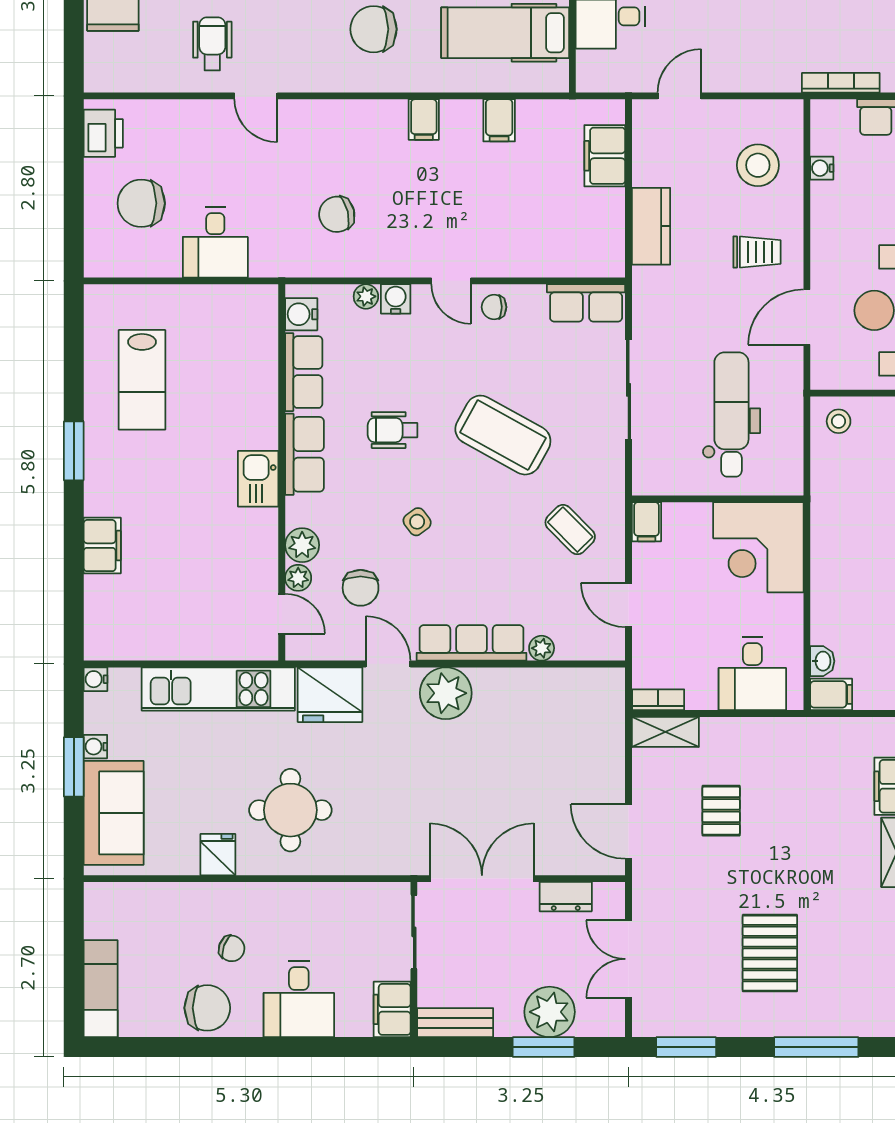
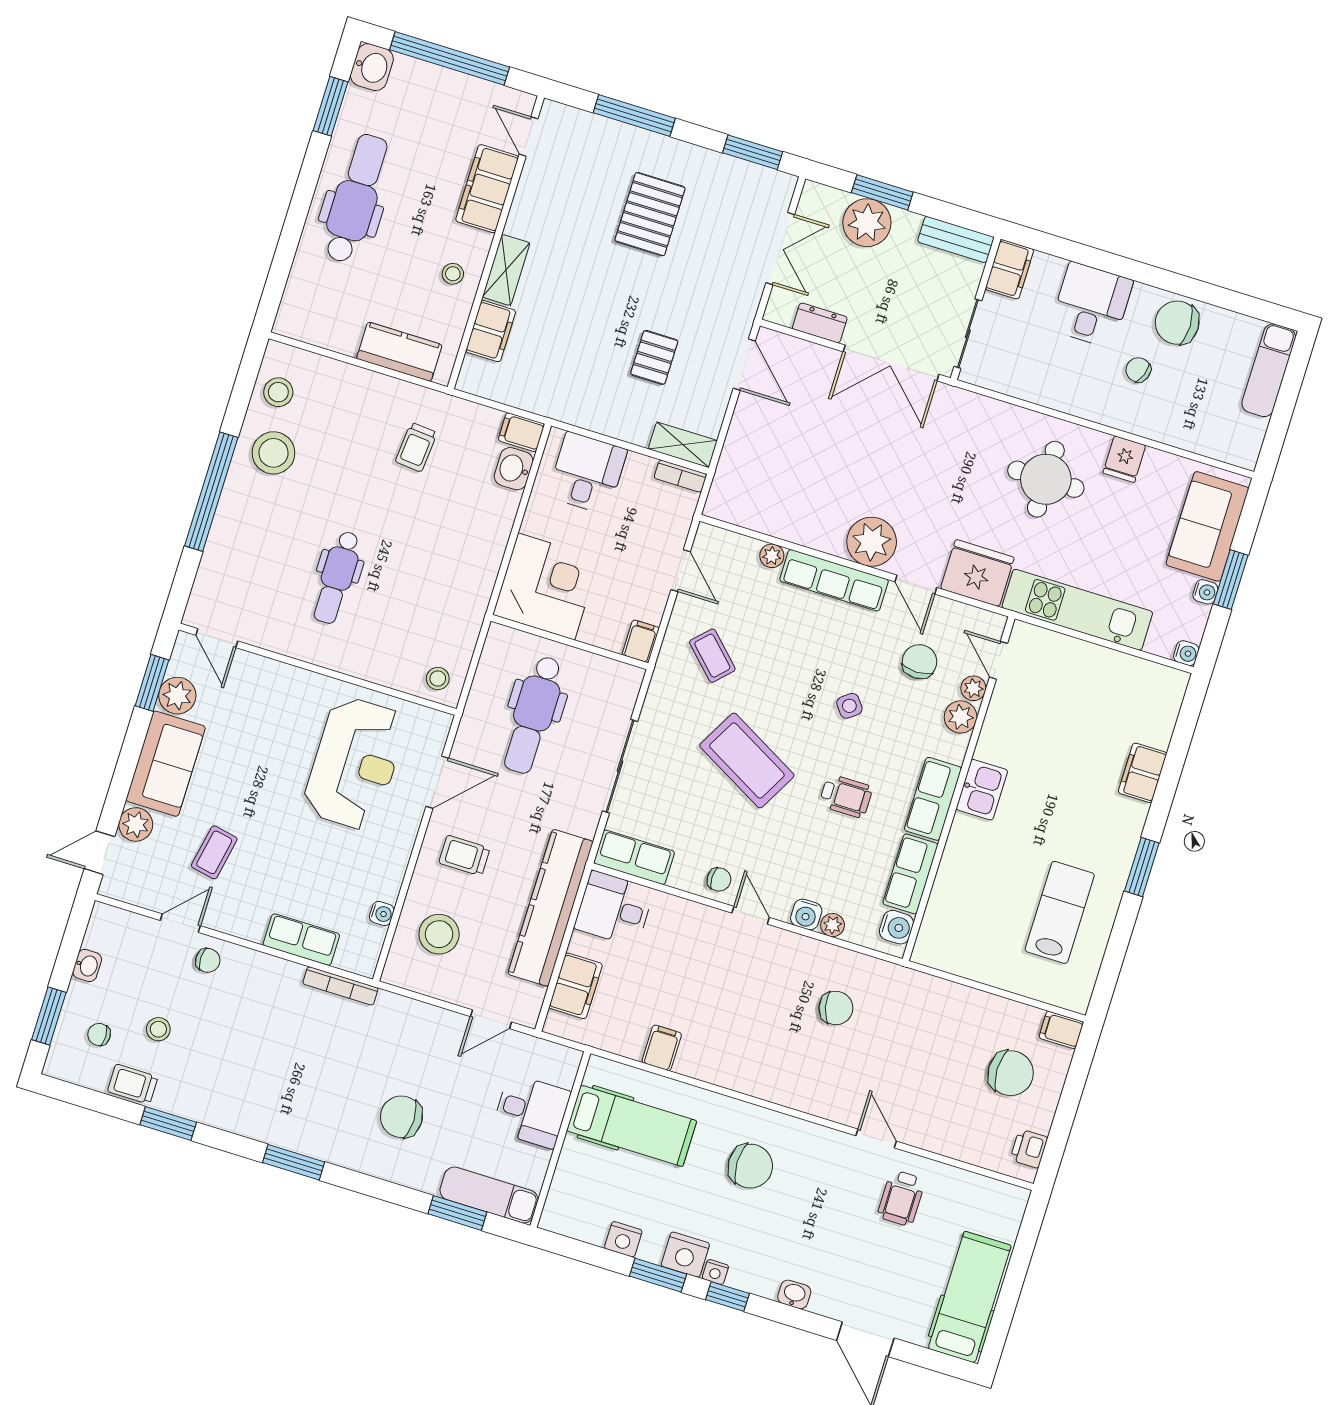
filing cabinet: (424, 120) -> (1061, 1030), moved, turned -90
printer: (103, 133) -> (1029, 1149), width x0.73, depth x0.81
kitchen counter: (651, 226) -> (551, 908), width x2.08, depth x1.17
desk: (215, 243) -> (614, 909), moved, turned -90
washbasin: (822, 661) -> (514, 469), width x1.38, depth x1.45

